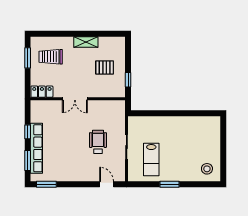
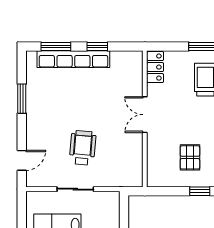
window: (128, 80) -> (200, 191), moved
wheelchair: (98, 142) -> (83, 148), turned -85
window: (46, 184) -> (22, 99), moved

